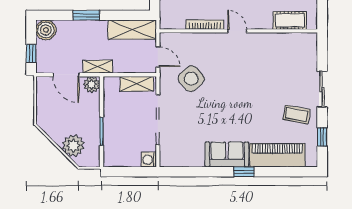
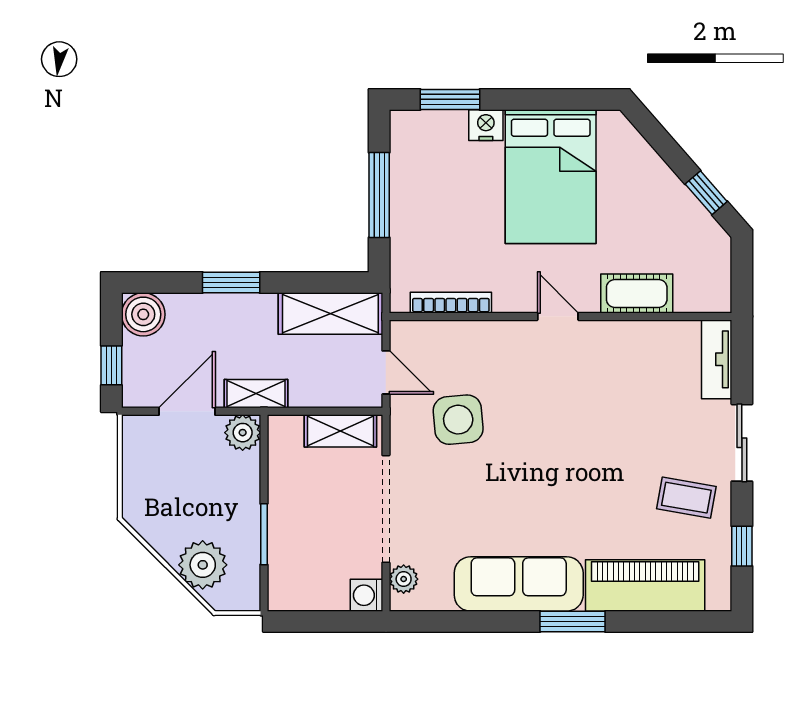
cot: (290, 20) -> (637, 293), moved
bookcase: (205, 25) -> (451, 303), moved
tv unit: (310, 51) -> (717, 359), added
door: (66, 75) -> (187, 411), swing flipped
side table: (191, 79) -> (458, 420), turned 36
plant: (166, 152) -> (404, 579), added
sofa: (227, 154) -> (519, 584), width x1.36
window: (244, 172) -> (573, 621), width x1.50

